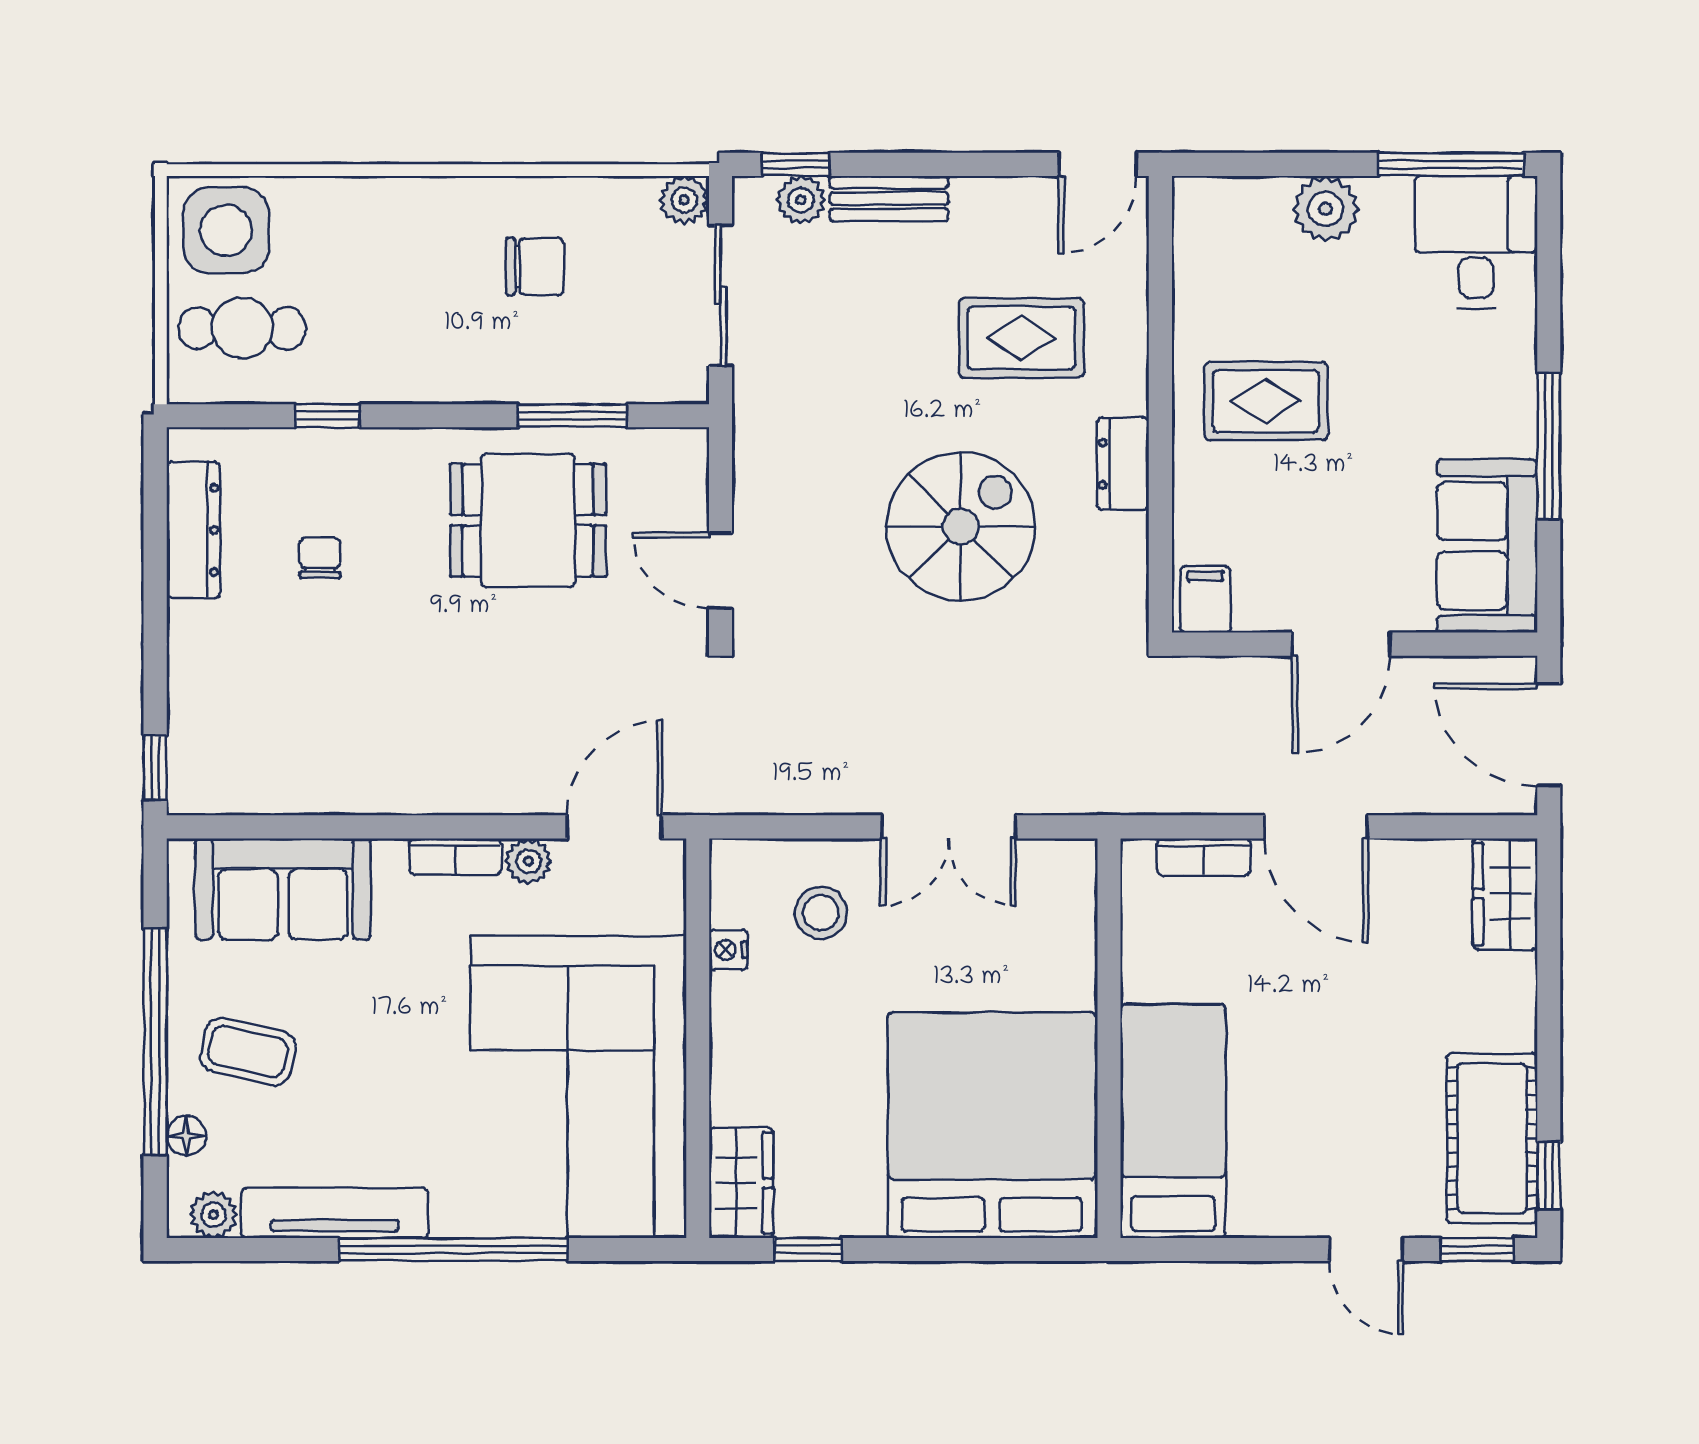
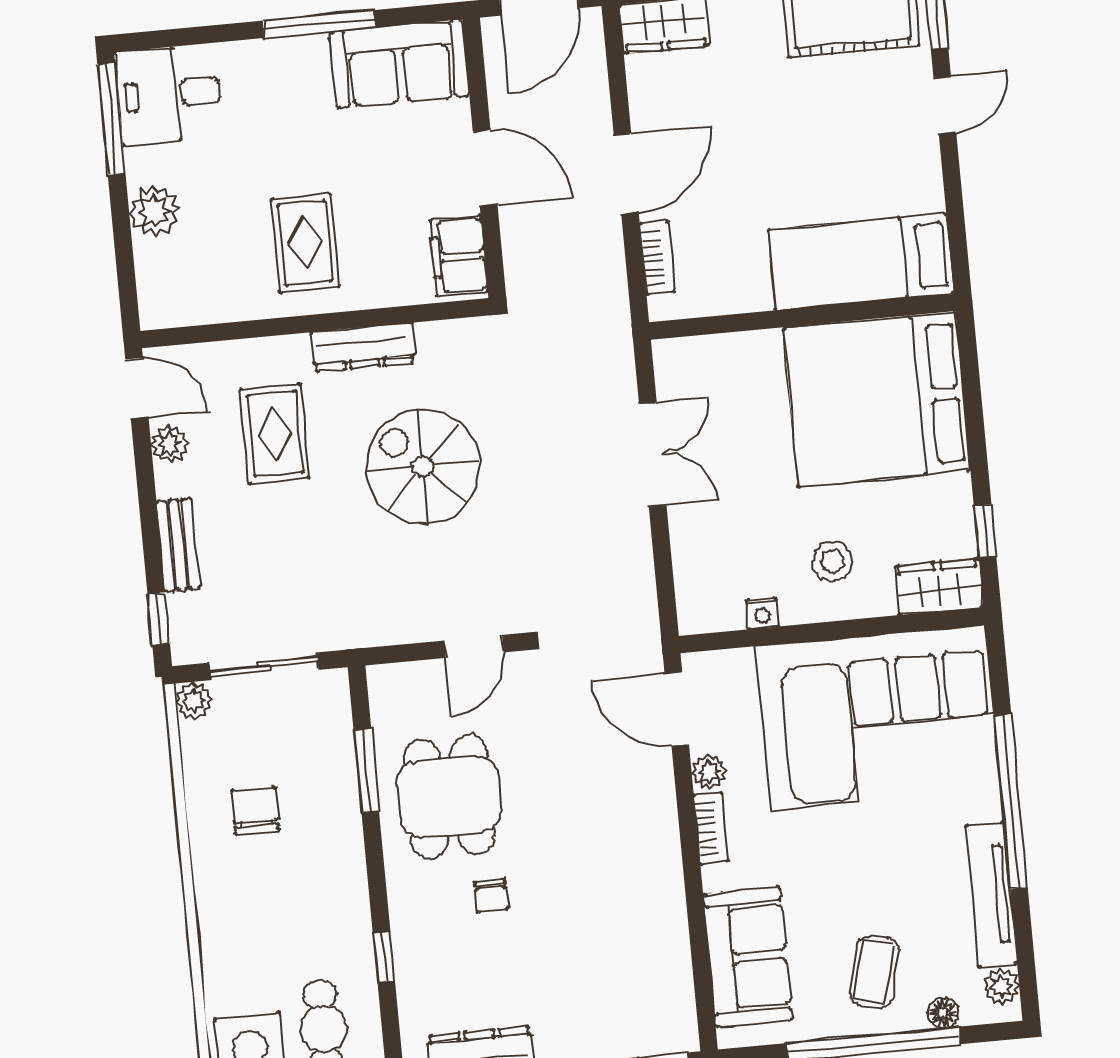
plant: (801, 200) -> (170, 444), moved
dresser: (1123, 464) -> (363, 347), width x1.44
chair: (320, 558) -> (491, 896), moved, turned -90
filing cabinet: (1205, 599) -> (459, 256), width x2.00
stool: (821, 913) -> (832, 561), moved

